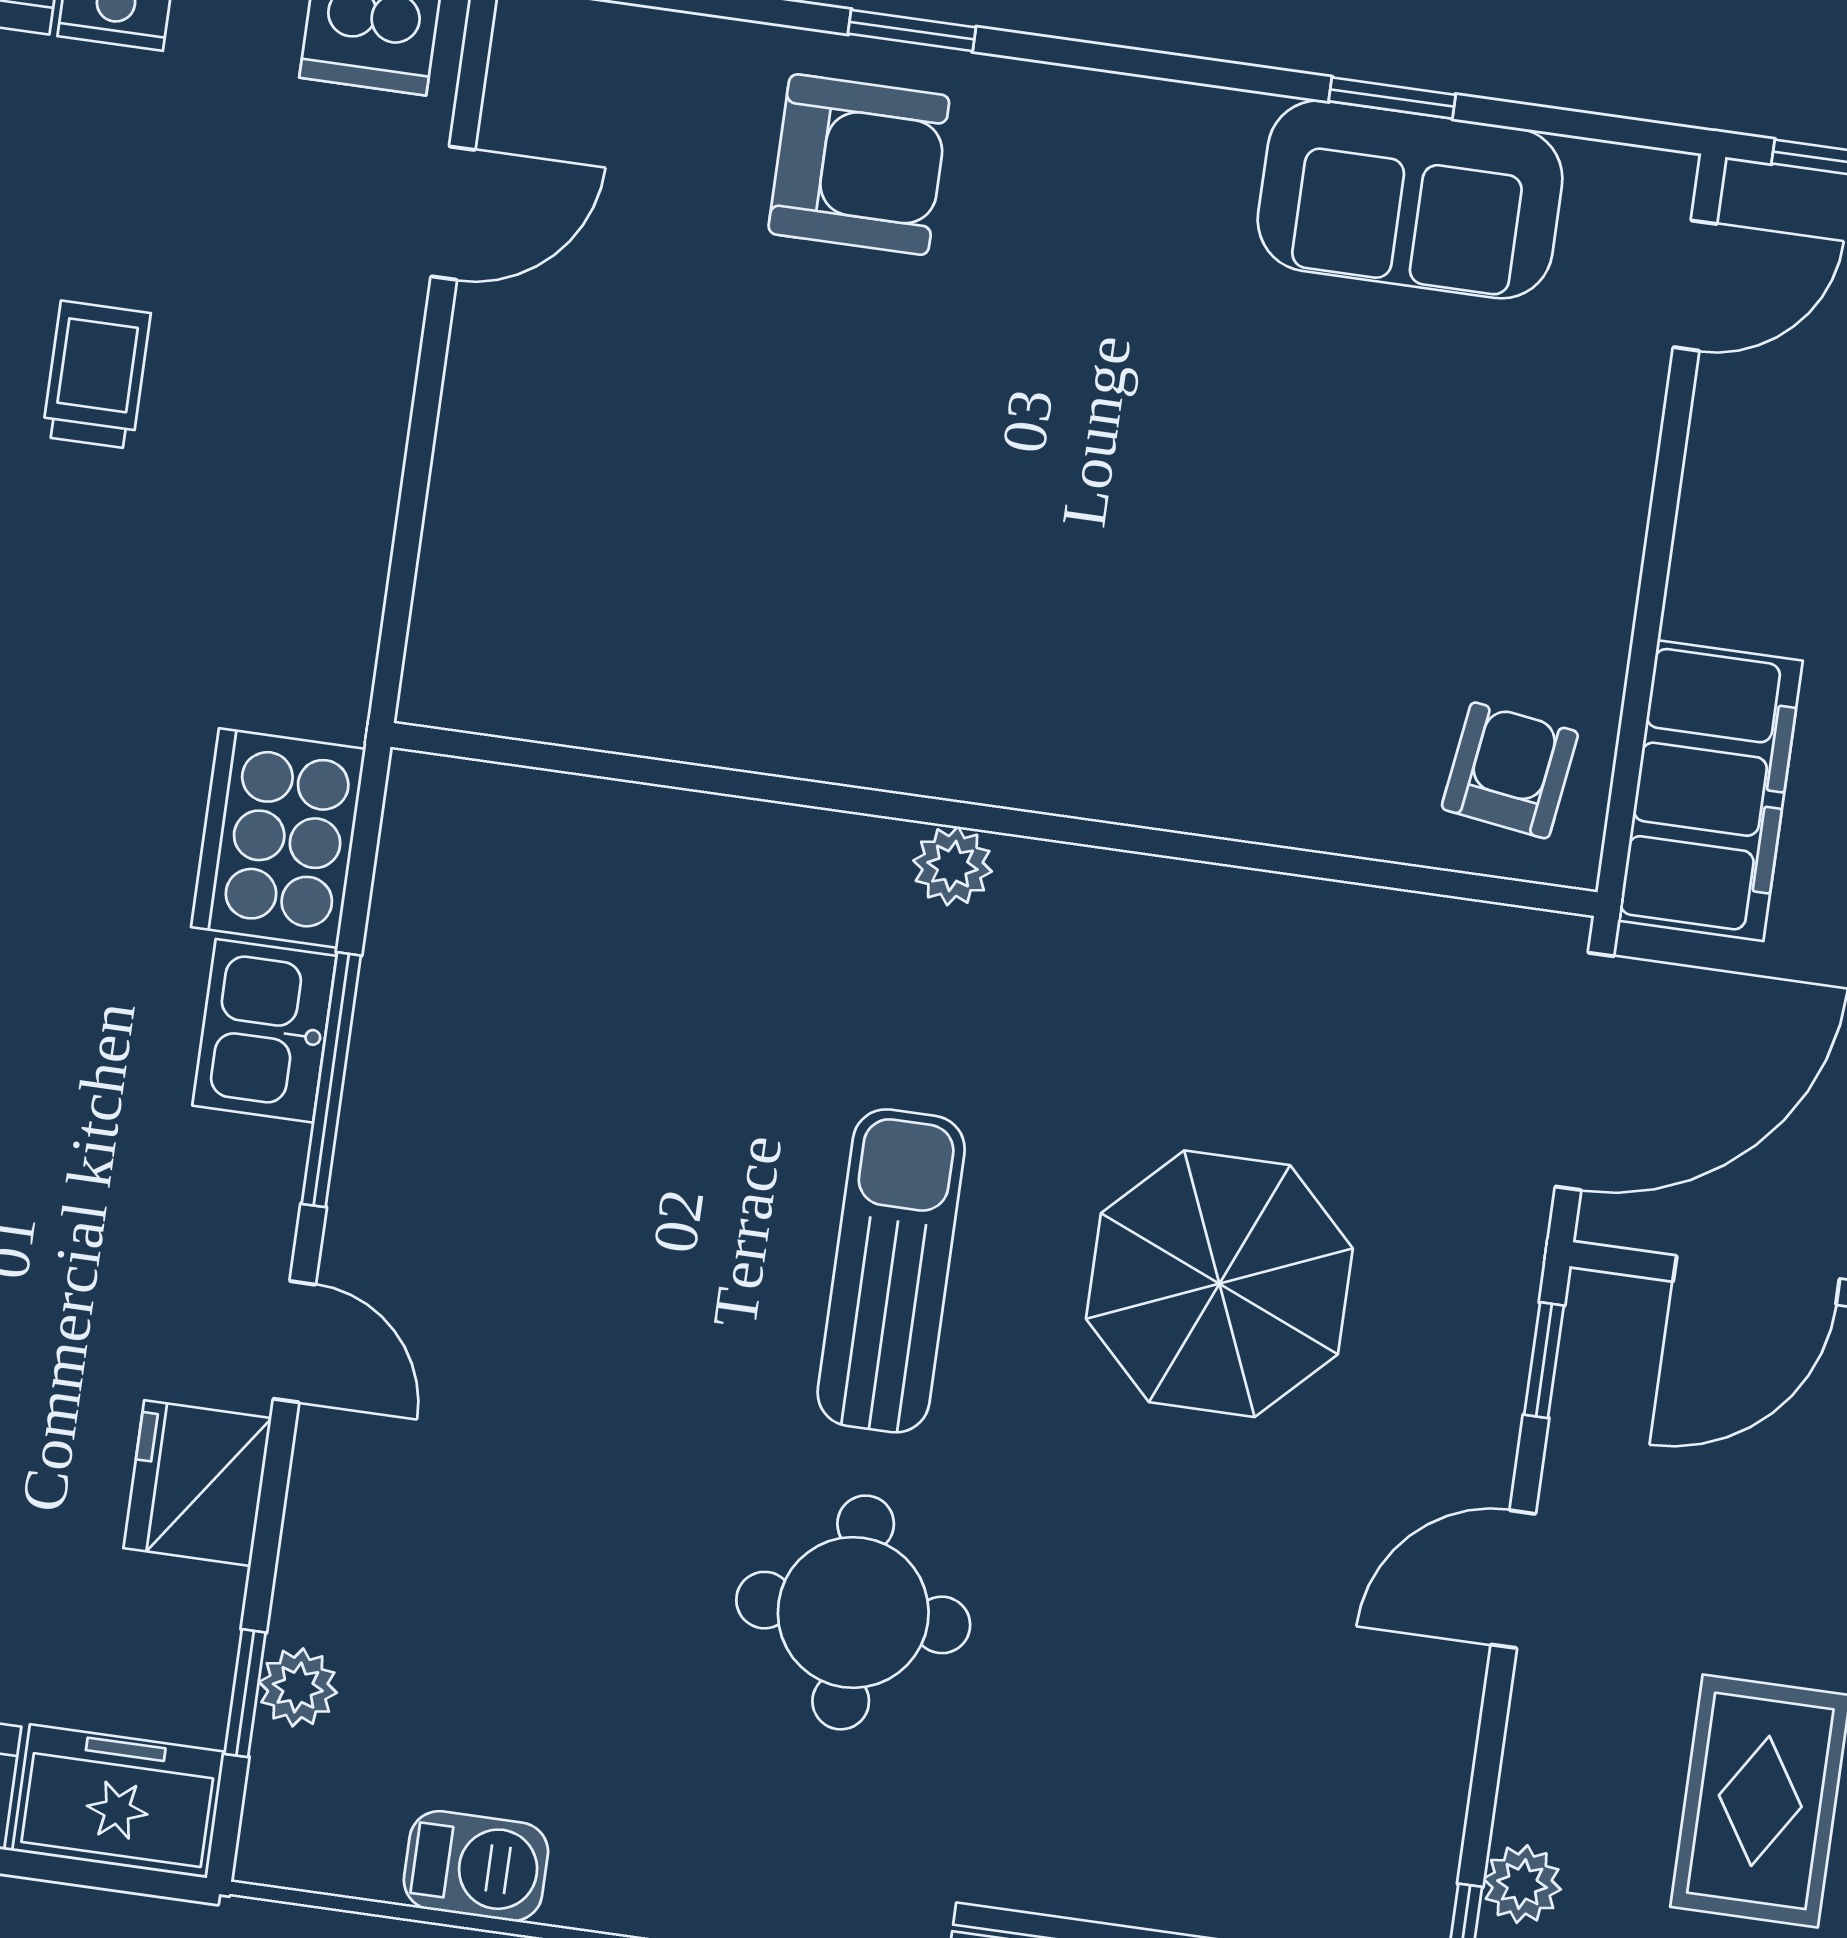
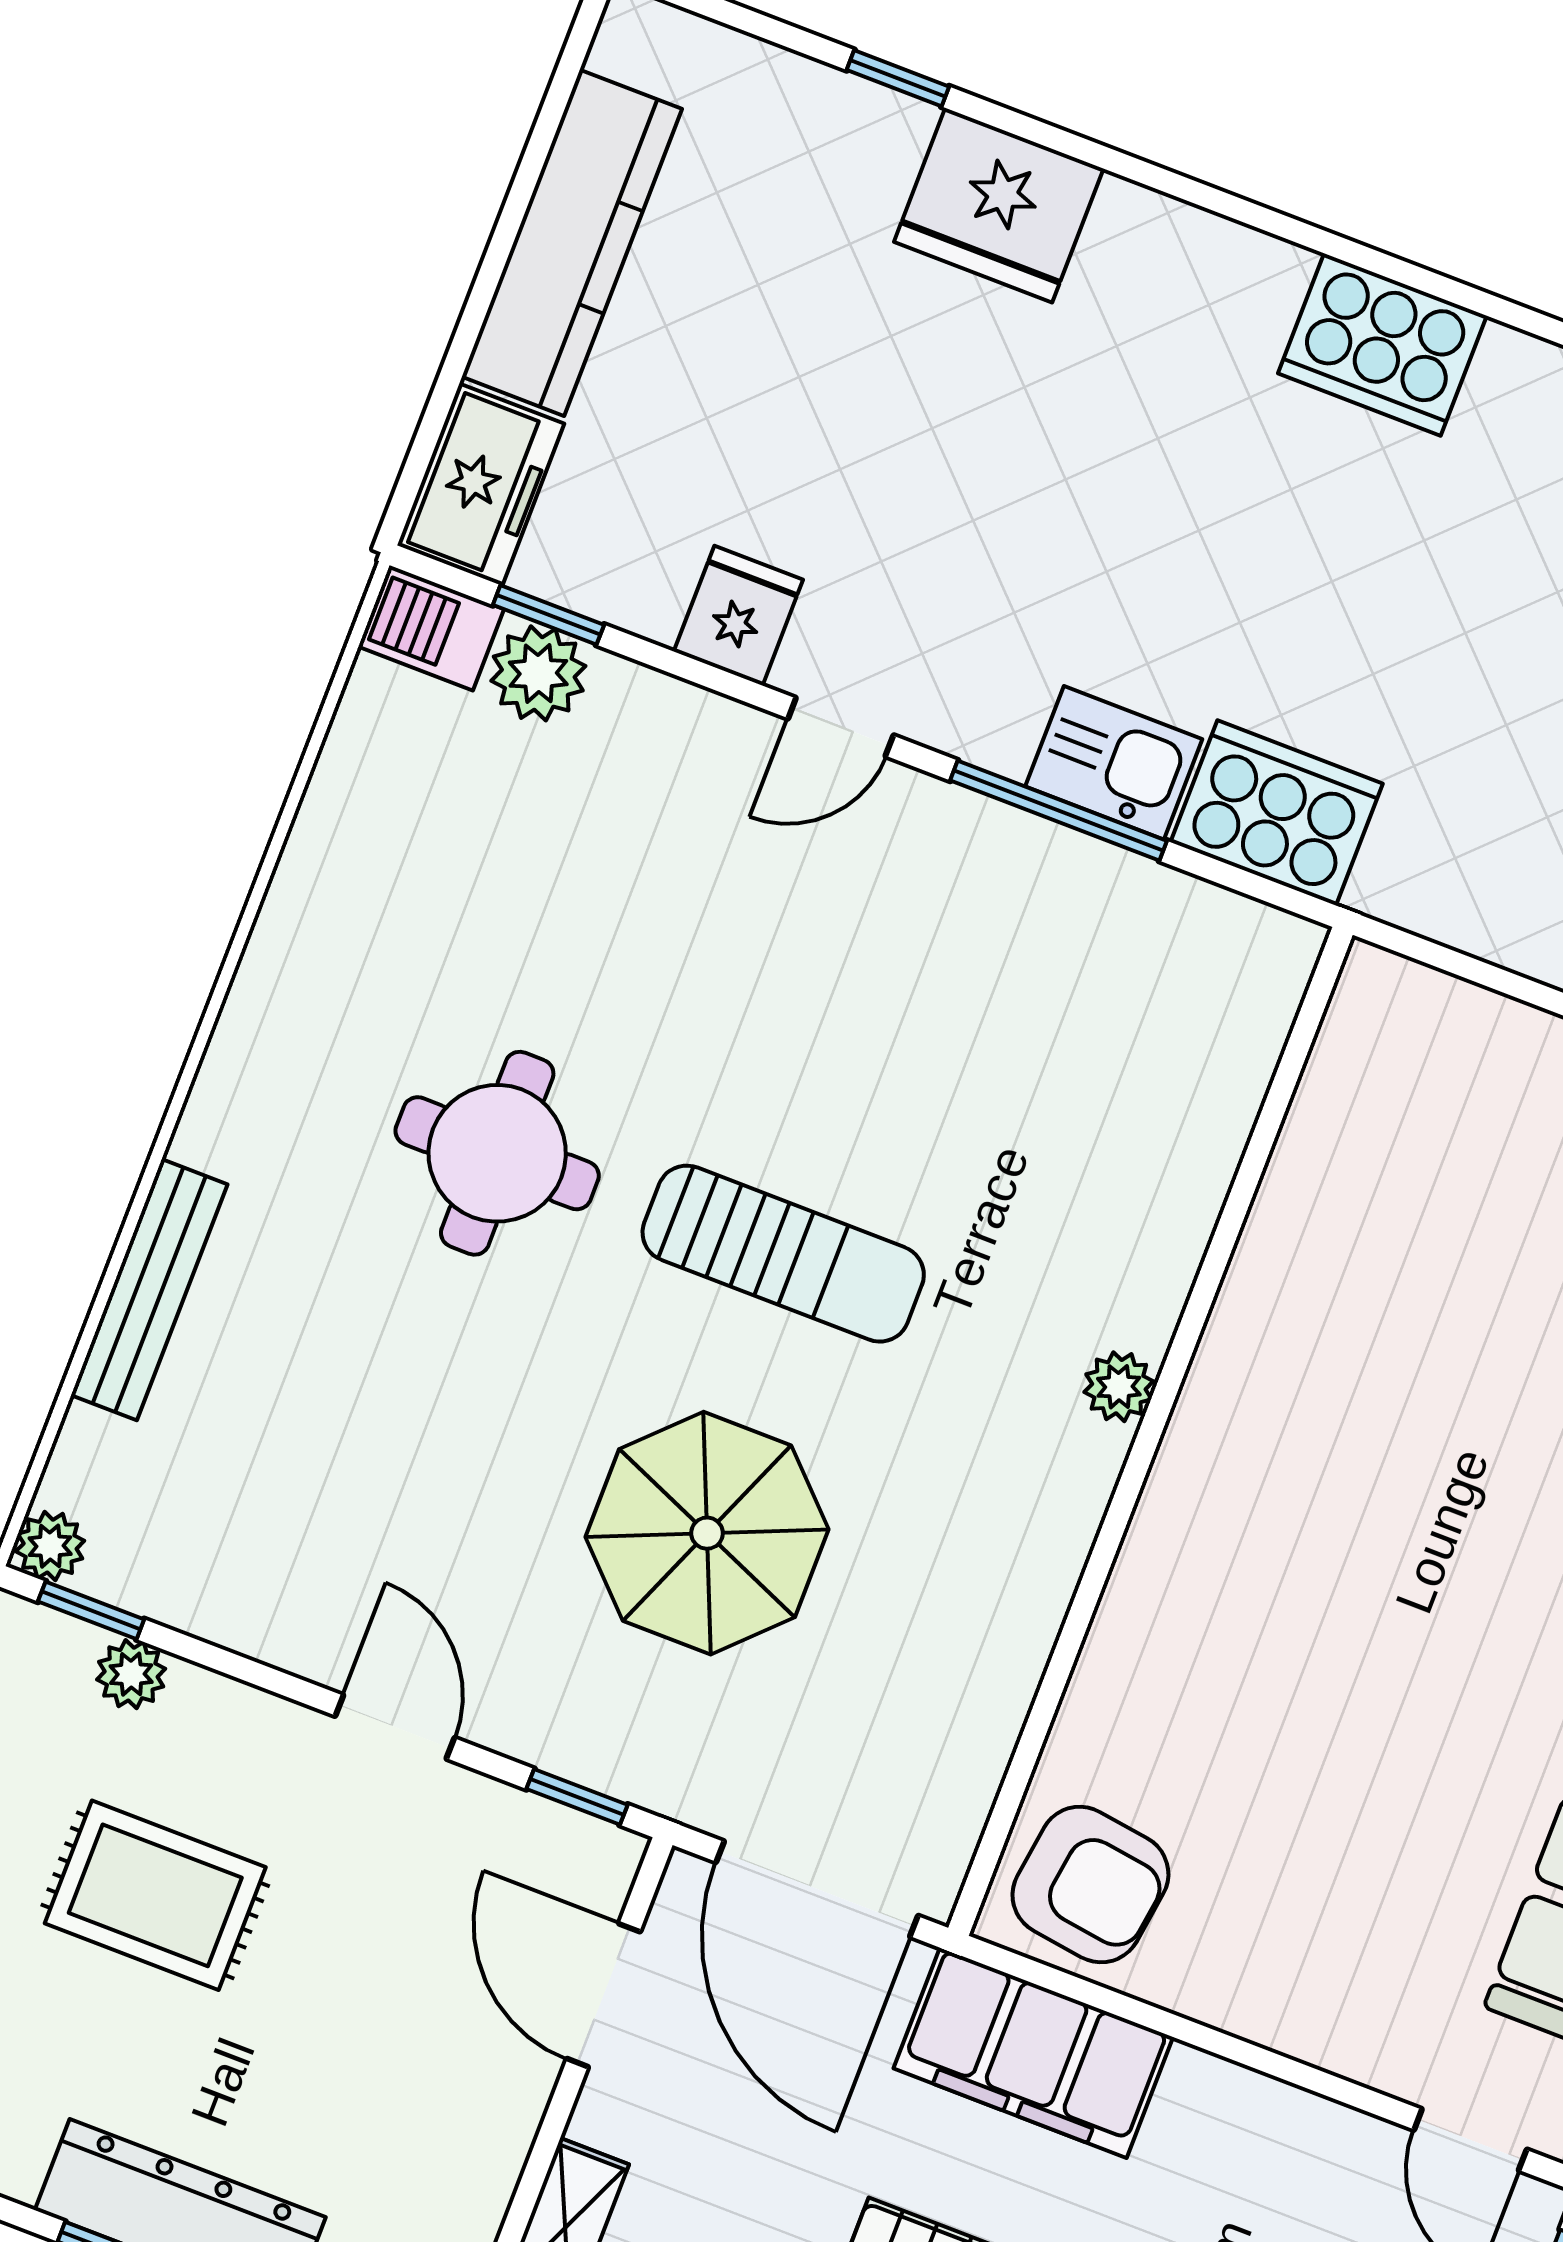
armchair: (1510, 770) -> (1090, 1885), width x1.38, depth x1.38
fridge: (197, 1483) -> (738, 616), width x0.72
plant: (298, 1687) -> (538, 673), width x1.38, depth x1.38
barbecue: (476, 1866) -> (431, 628), moved, turned 90

